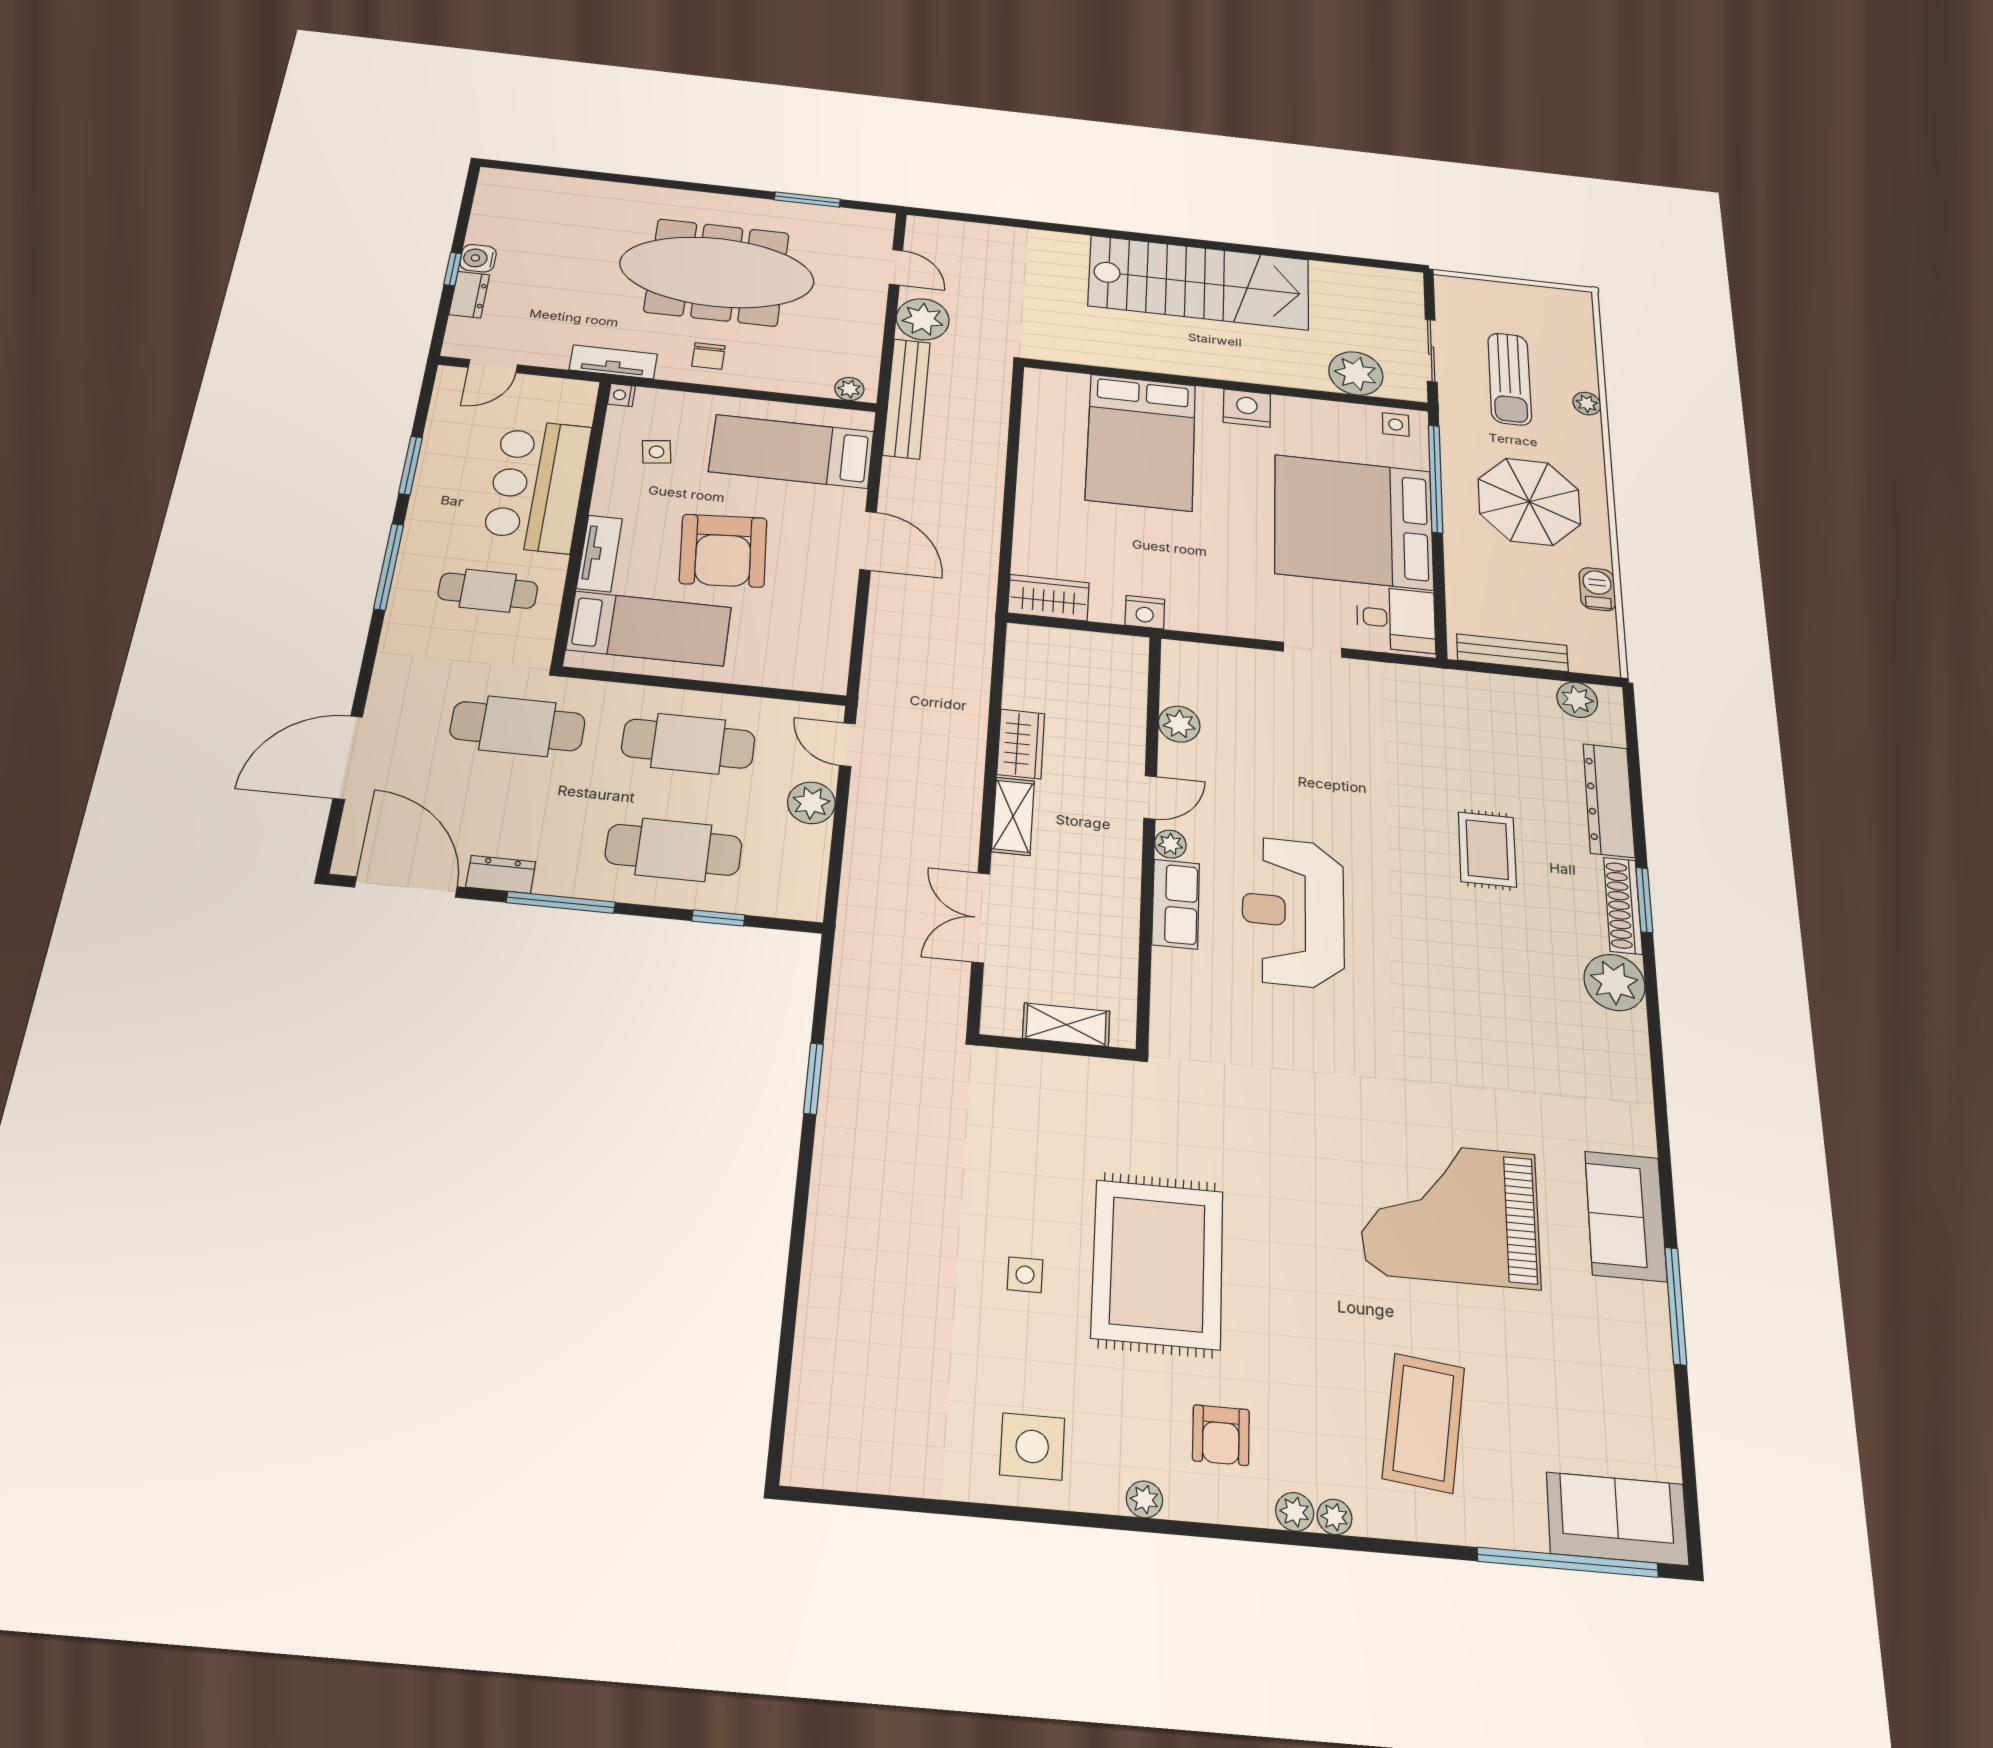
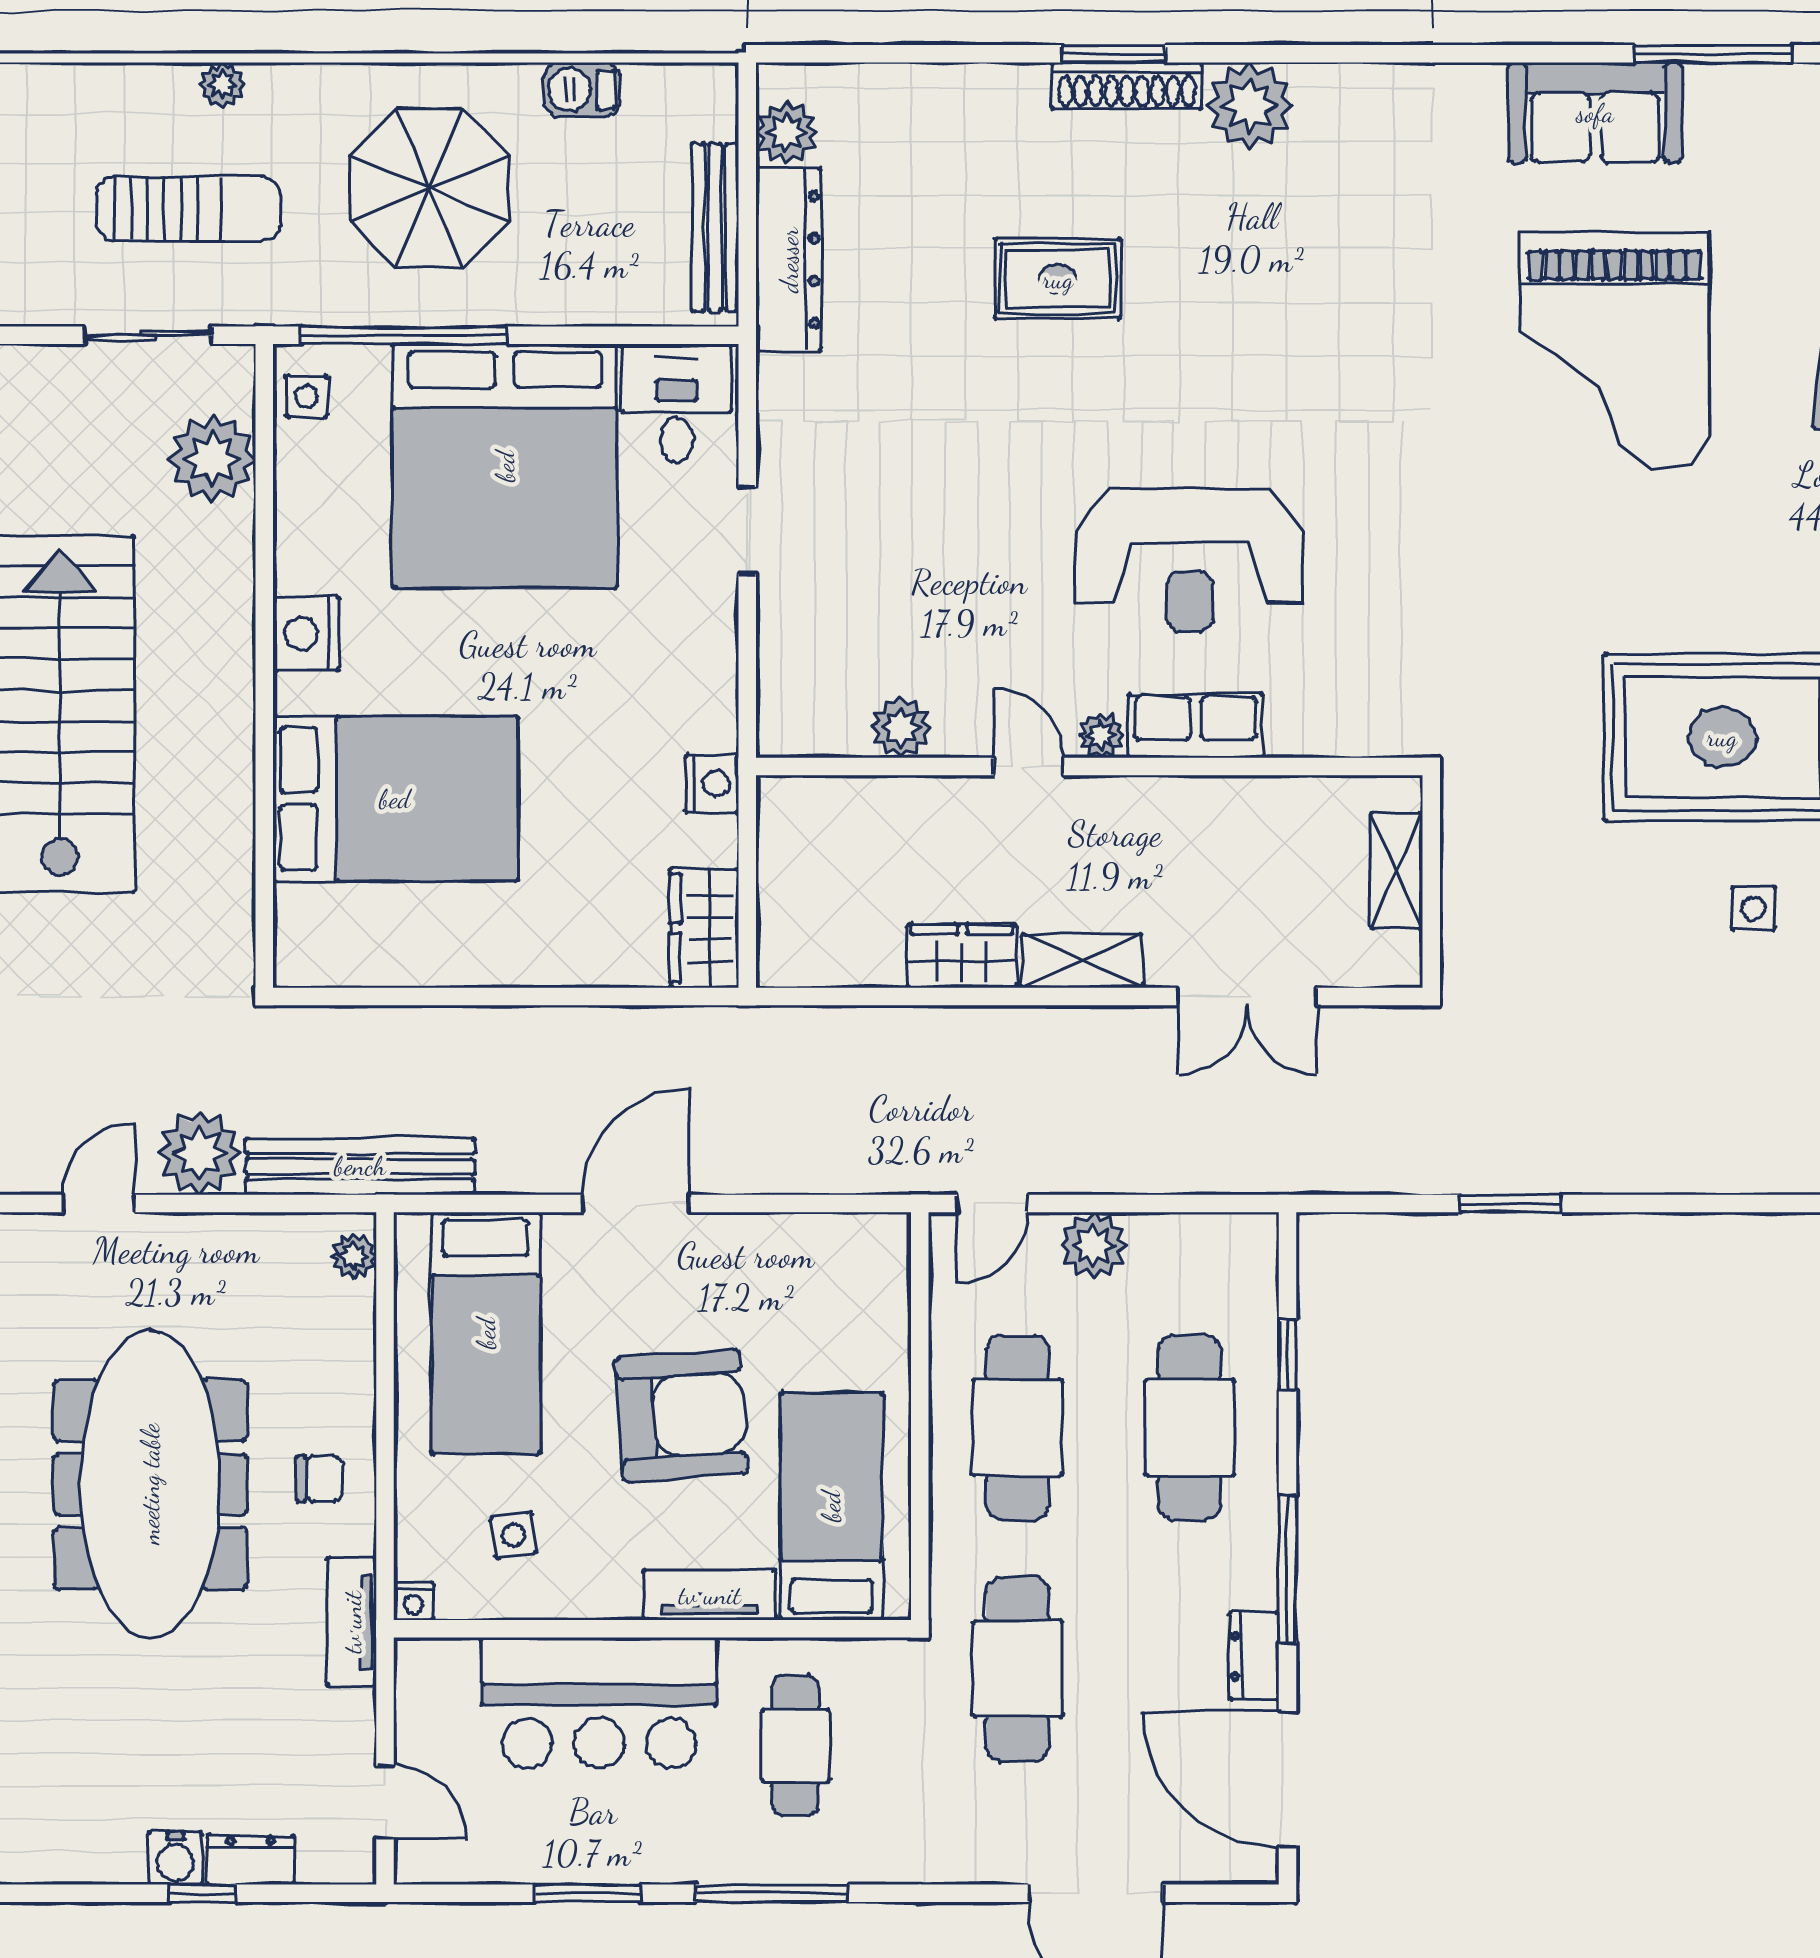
dresser: (1609, 800) -> (789, 260), moved, turned -90
door: (406, 887) -> (1288, 1779), hinge flipped

